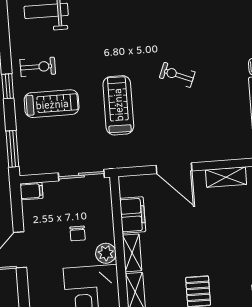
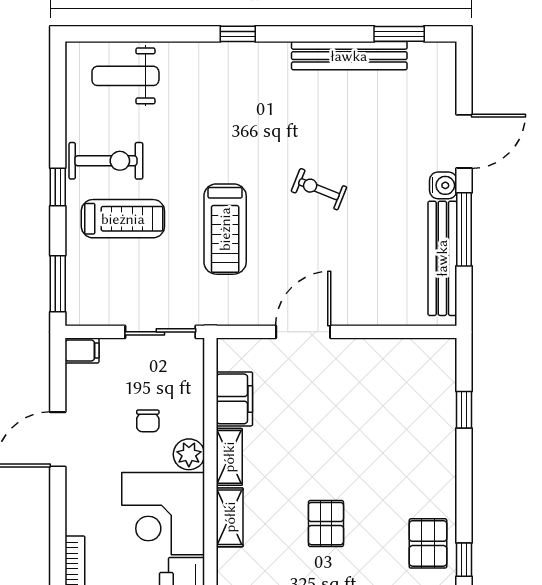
exercise bike: (38, 67) -> (106, 161), width x1.38, depth x1.39
treadmill: (118, 105) -> (225, 229), turned 180
door: (174, 168) -> (303, 332), swing flipped
shelving: (226, 177) -> (382, 352), removed

